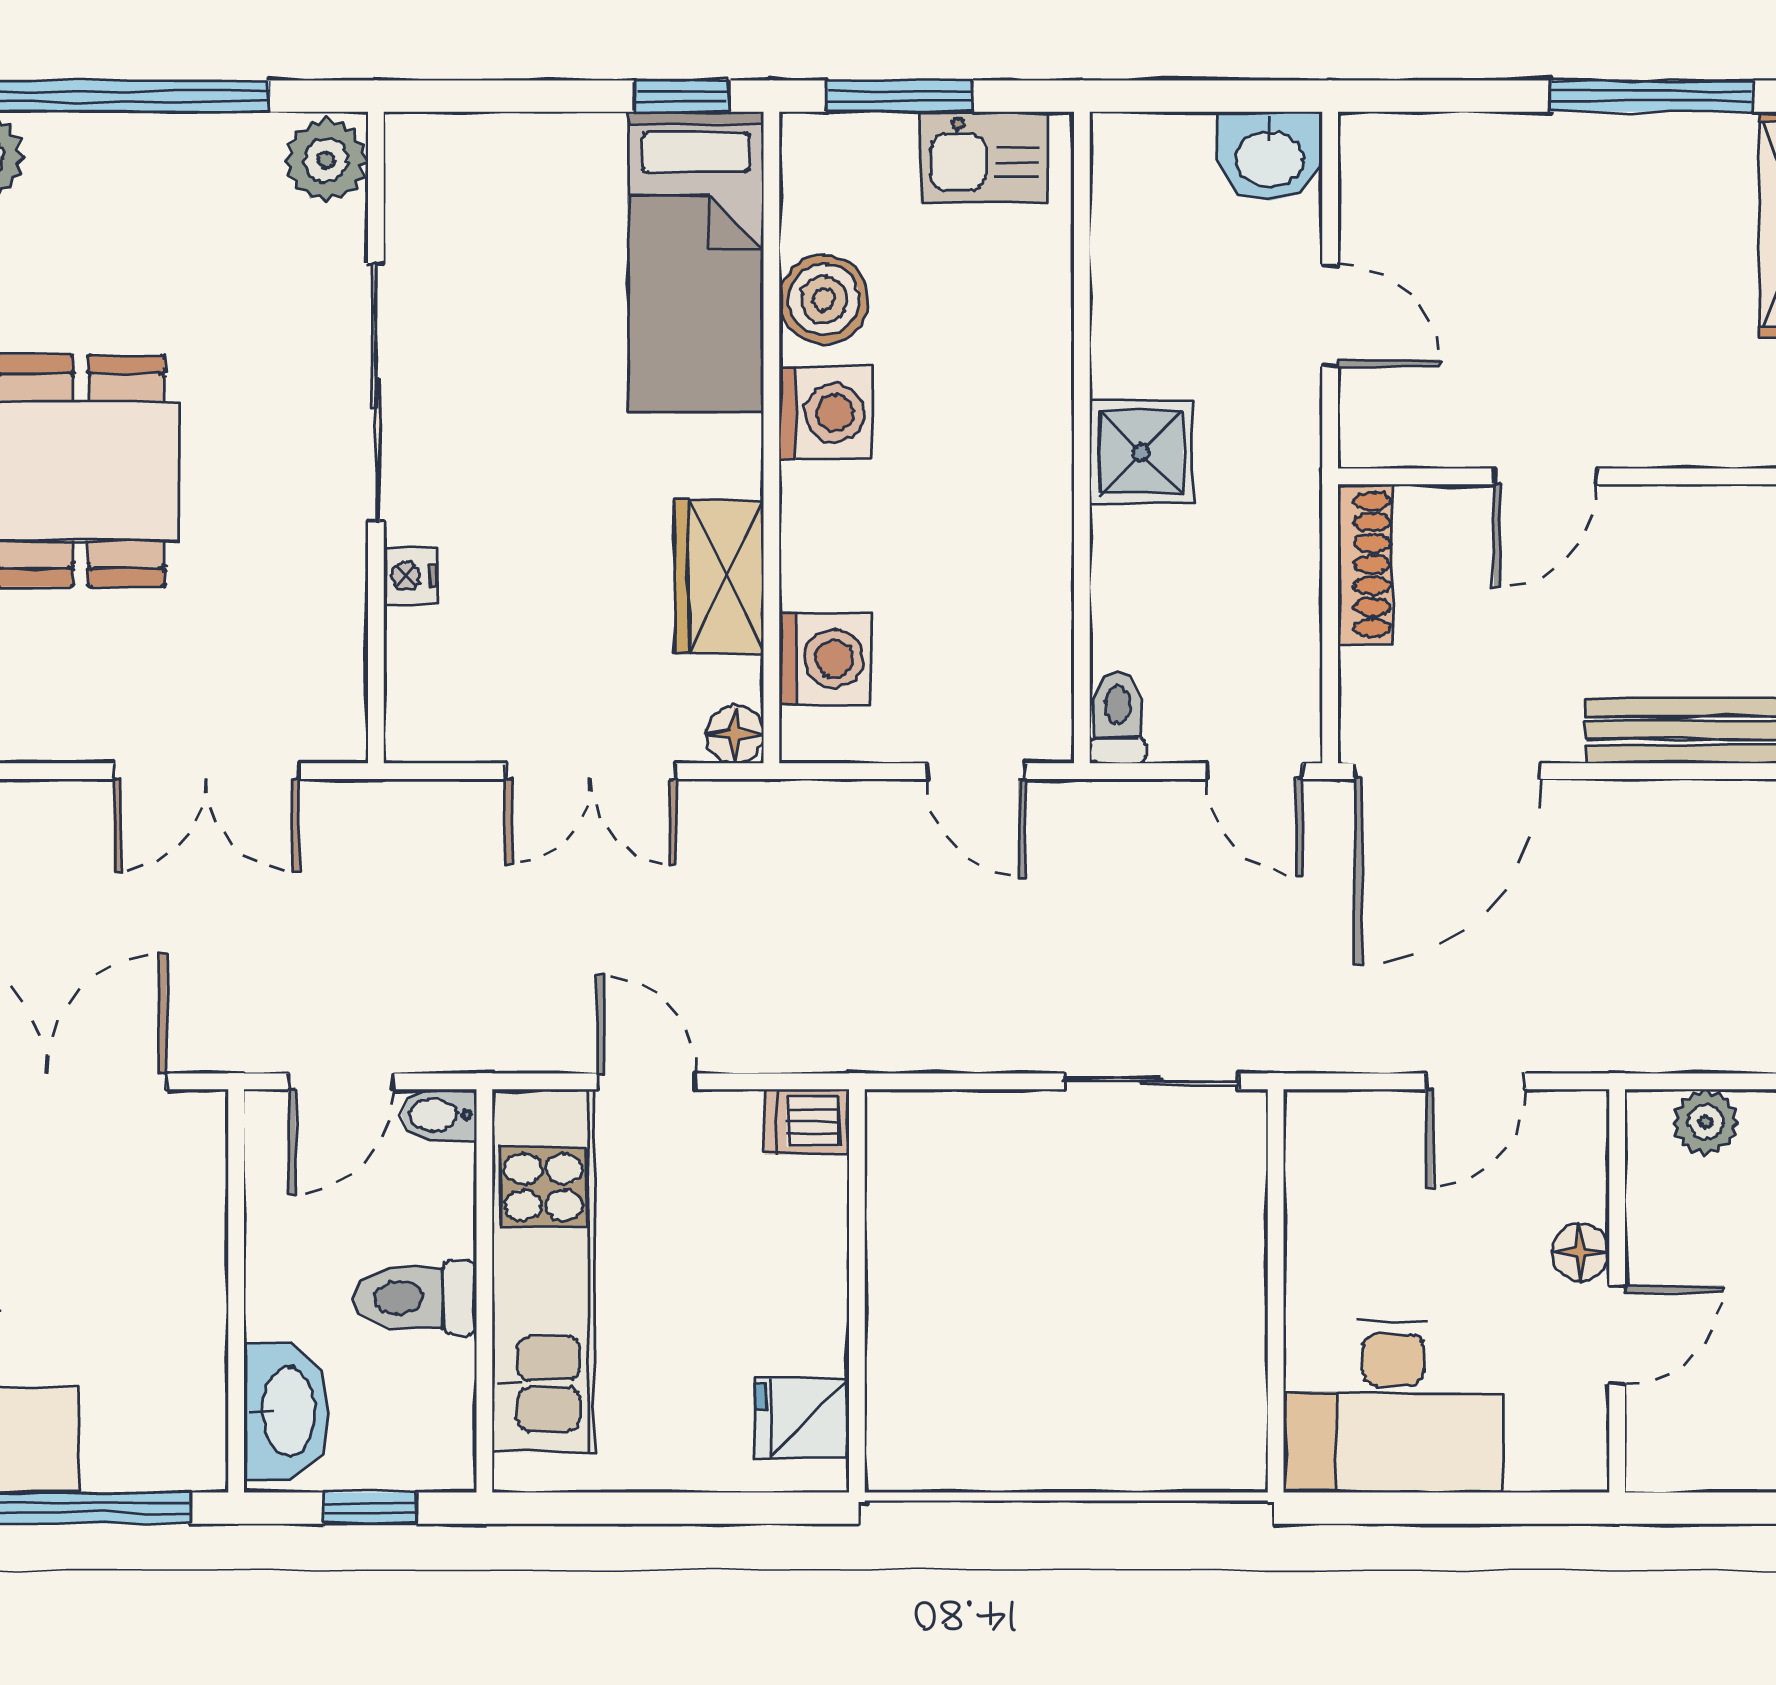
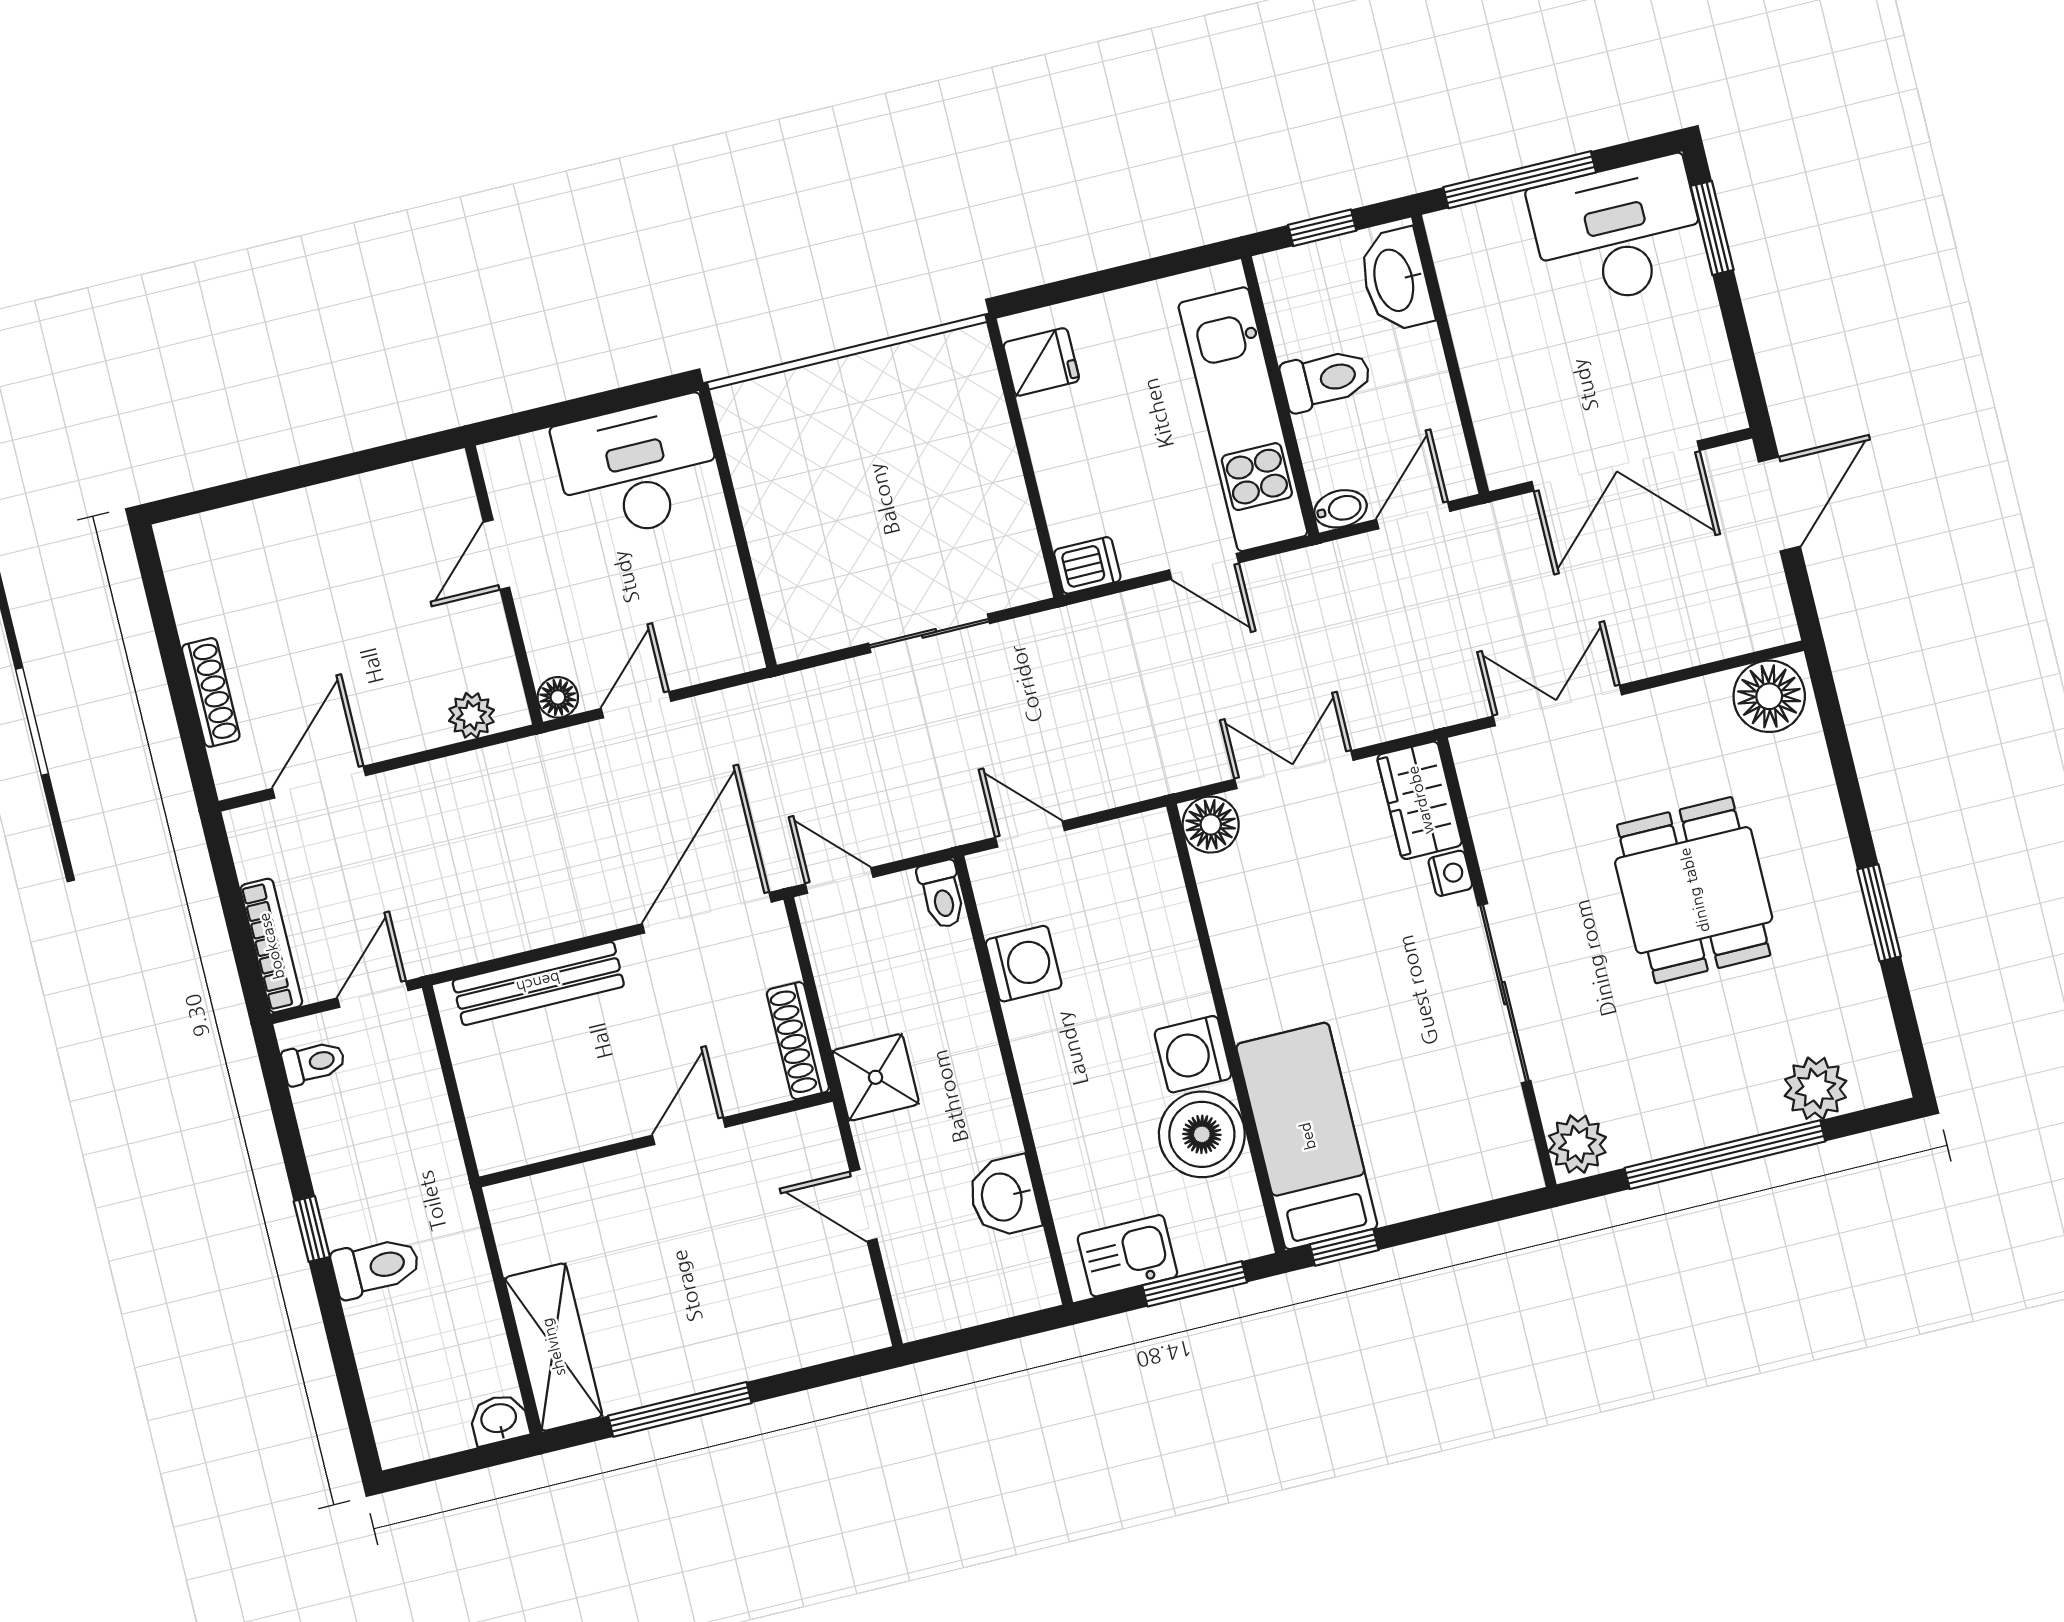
washbasin: (1270, 156) -> (1004, 1197), moved, turned -90
boiler: (824, 300) -> (1202, 1134), width x1.37, depth x1.37
shower: (1141, 452) -> (876, 1077), moved
wardrobe: (719, 577) -> (1420, 800), moved, turned 180
washing machine: (825, 659) -> (1024, 964), moved, turned 180
floor lamp: (735, 734) -> (1211, 825), width x1.37, depth x1.37
sliding door: (1151, 1081) -> (929, 633), moved
floor lamp: (1581, 1252) -> (558, 697), moved

